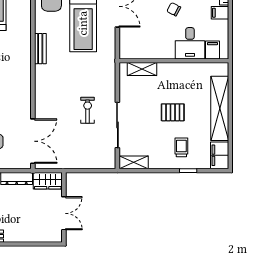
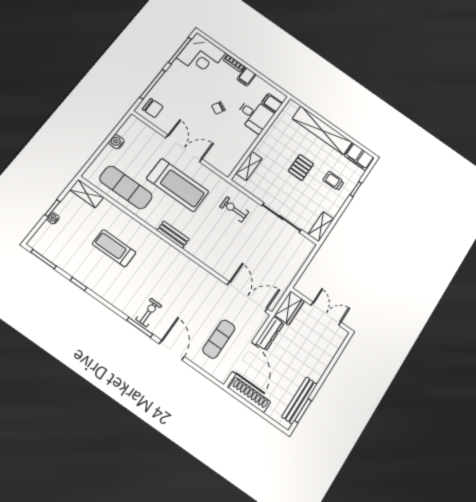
exercise bike: (88, 110) -> (234, 209), moved

